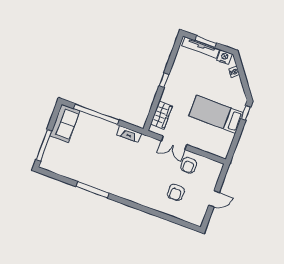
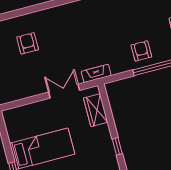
fireplace: (129, 134) -> (96, 73), moved
armchair: (189, 165) -> (141, 51), moved

